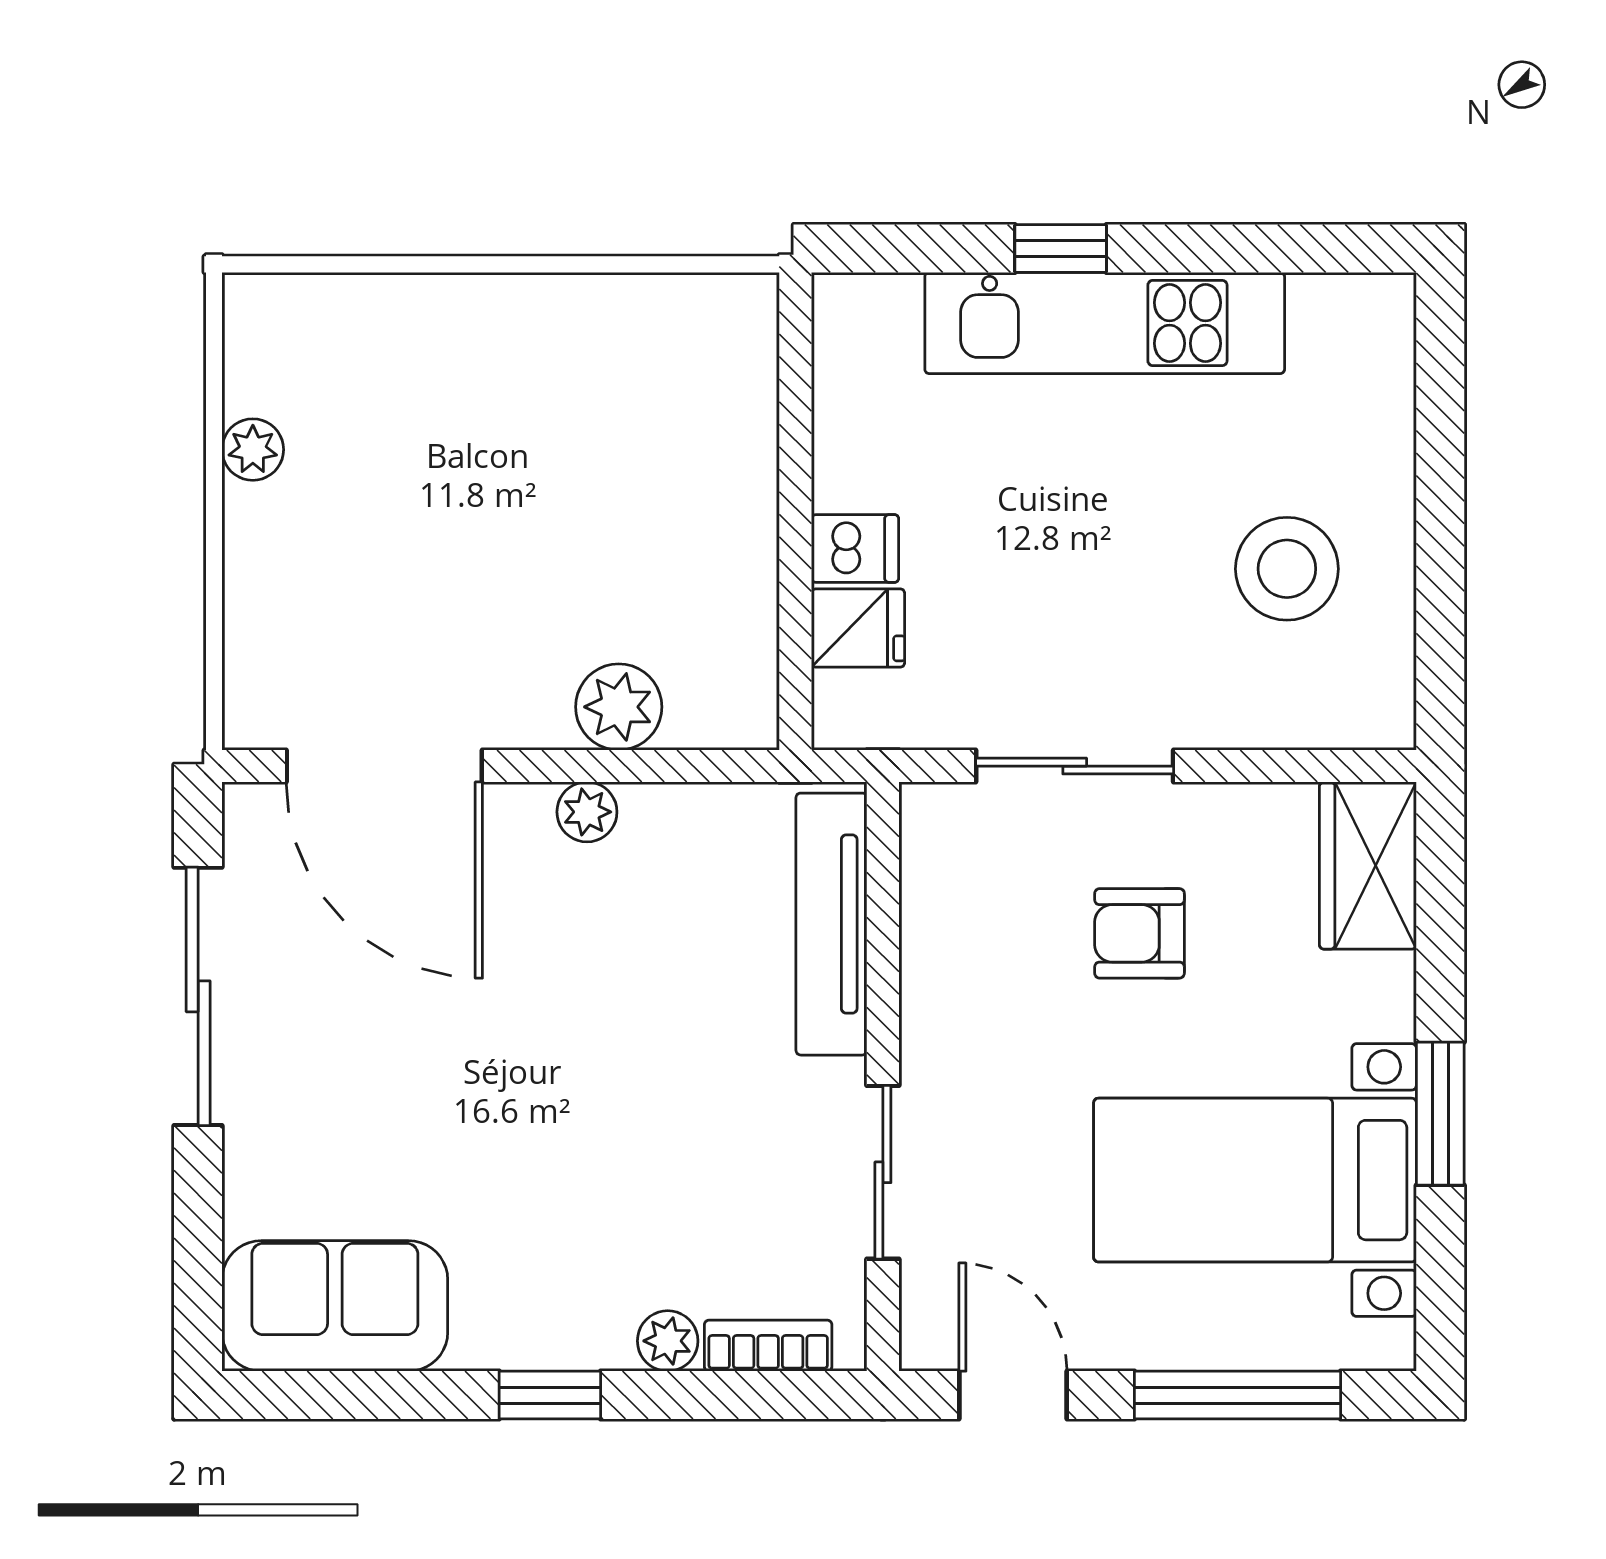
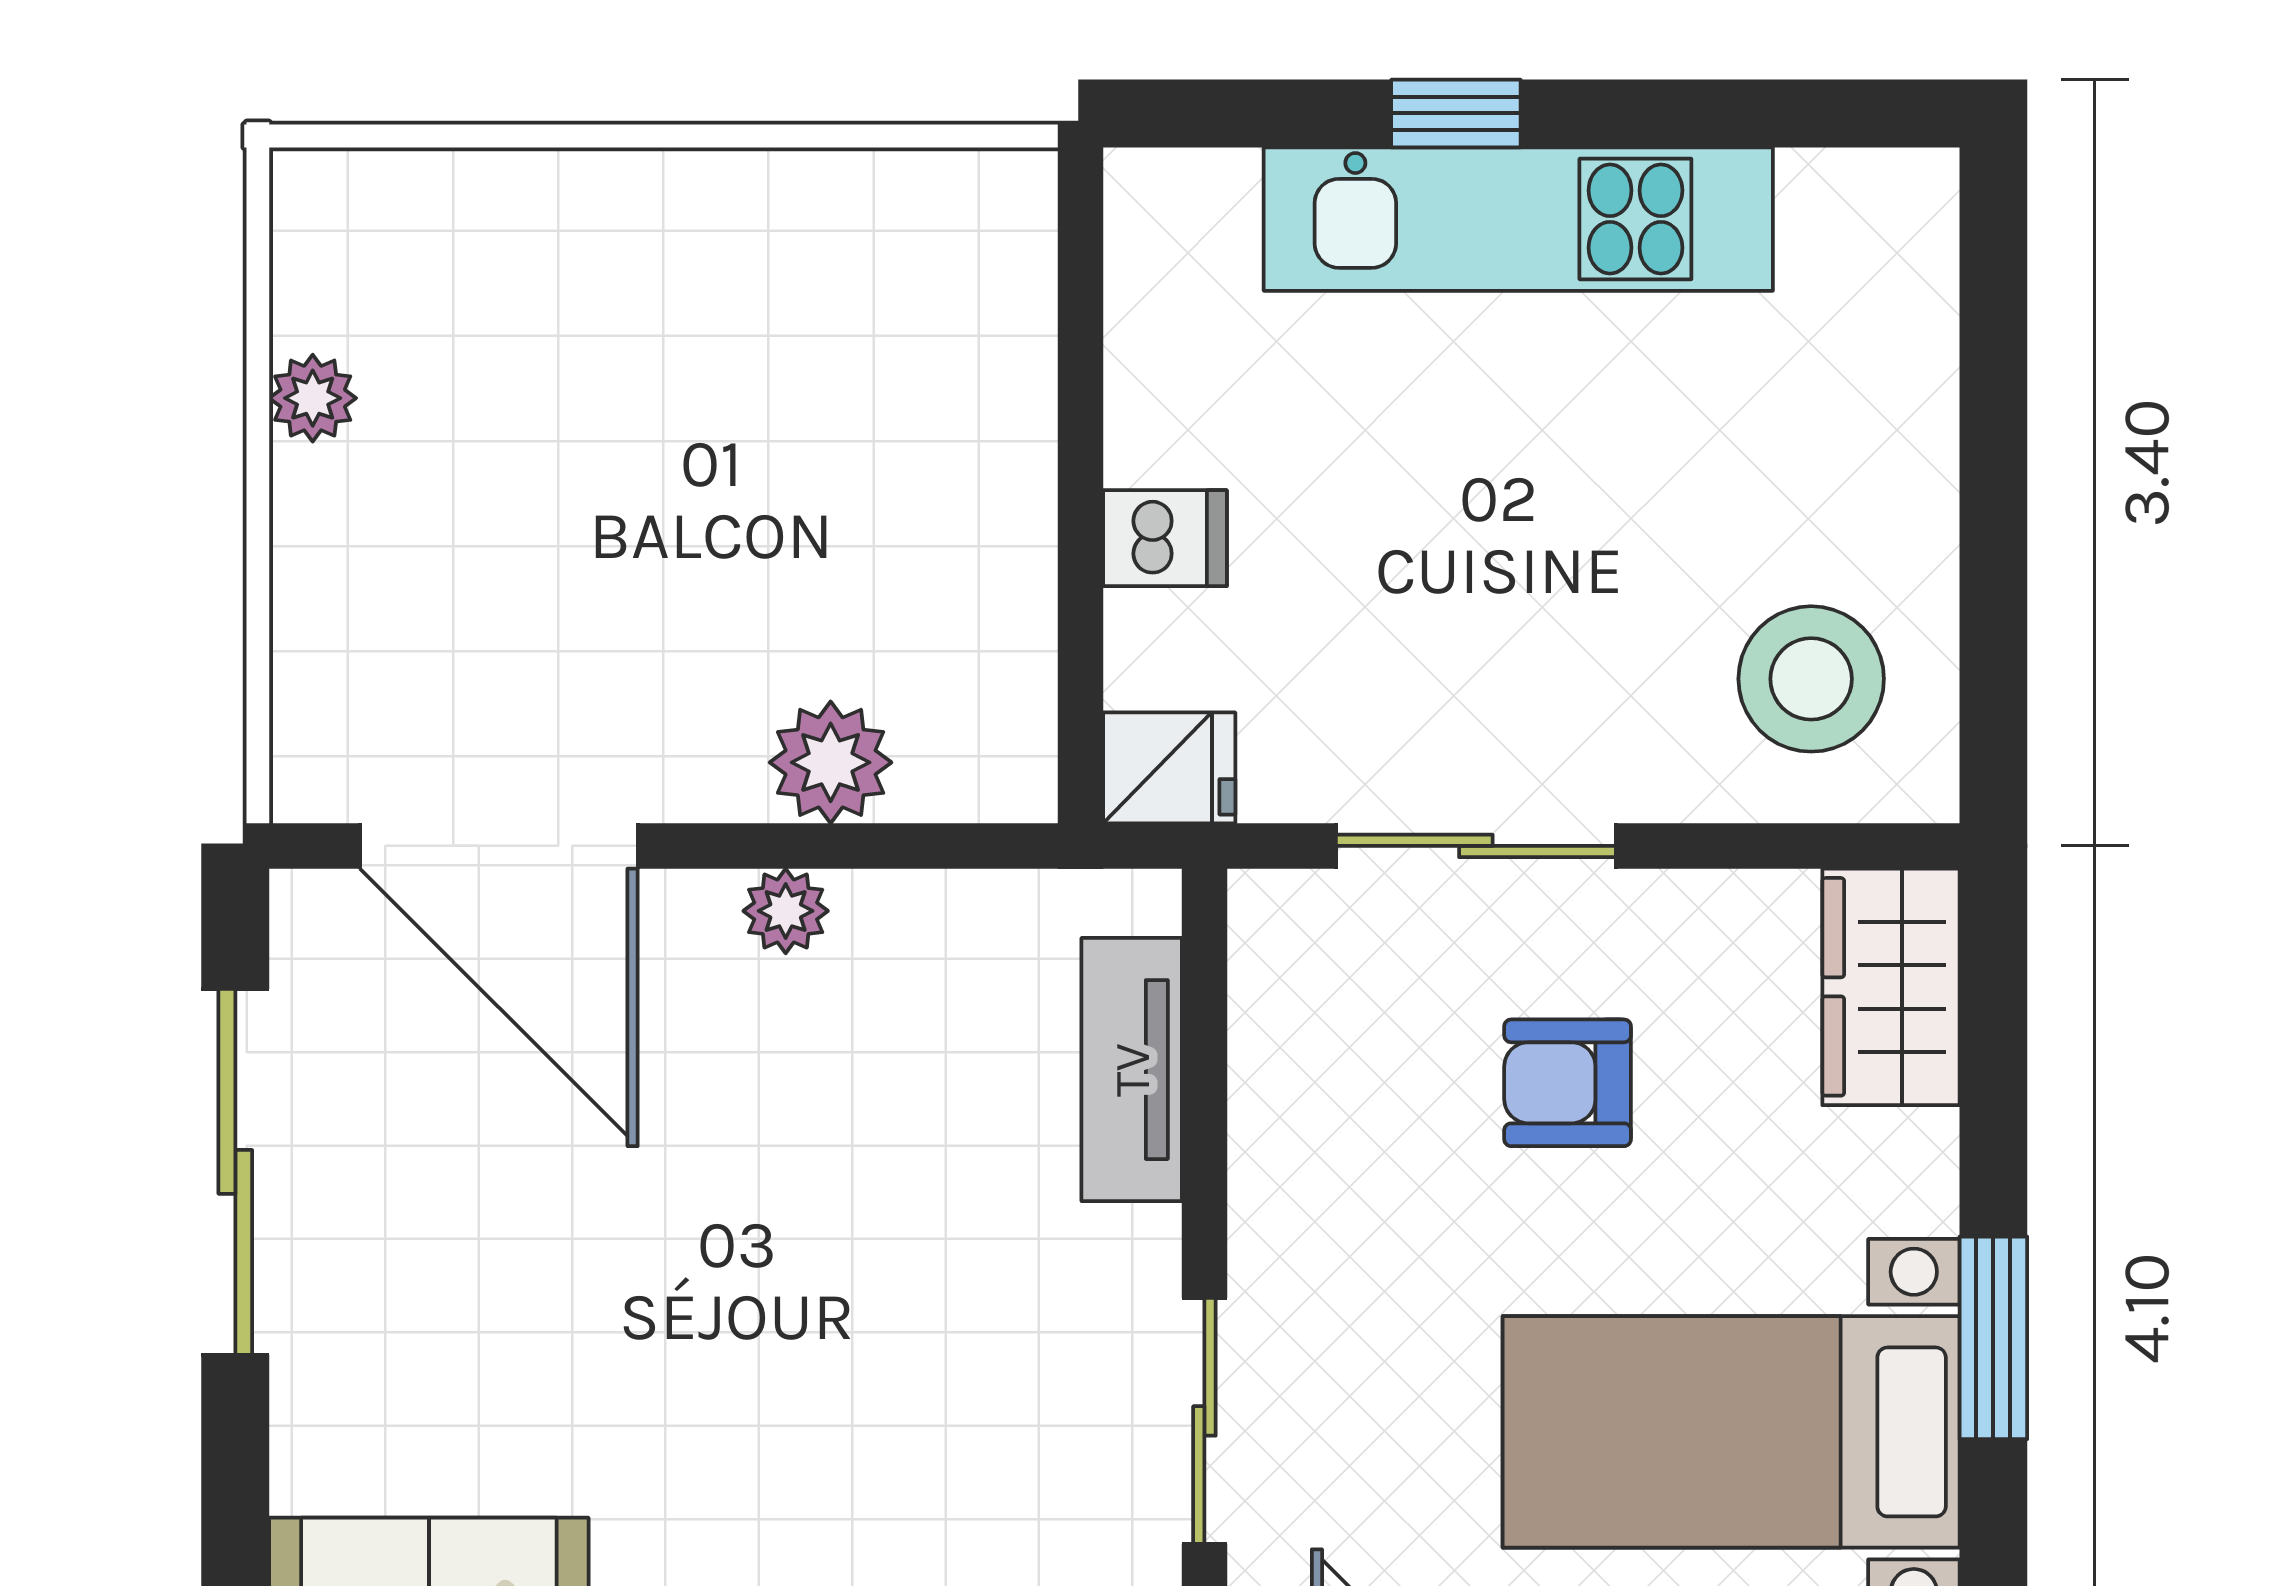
stool: (1287, 569) -> (1811, 679), moved
fridge: (858, 628) -> (1169, 768), moved
tv unit: (831, 924) -> (1132, 1070), width x0.71

